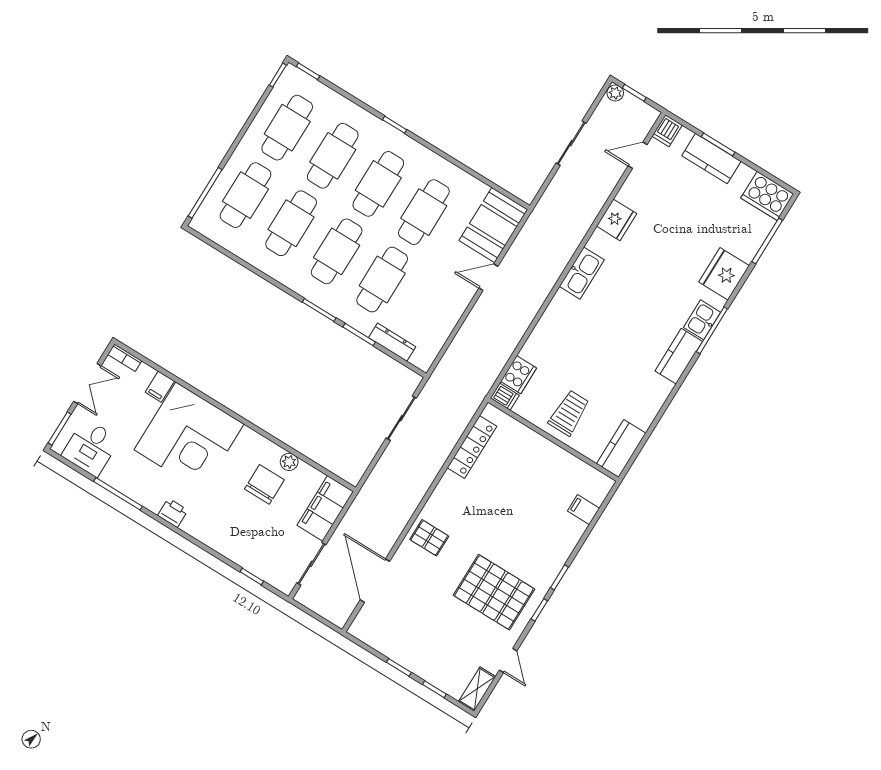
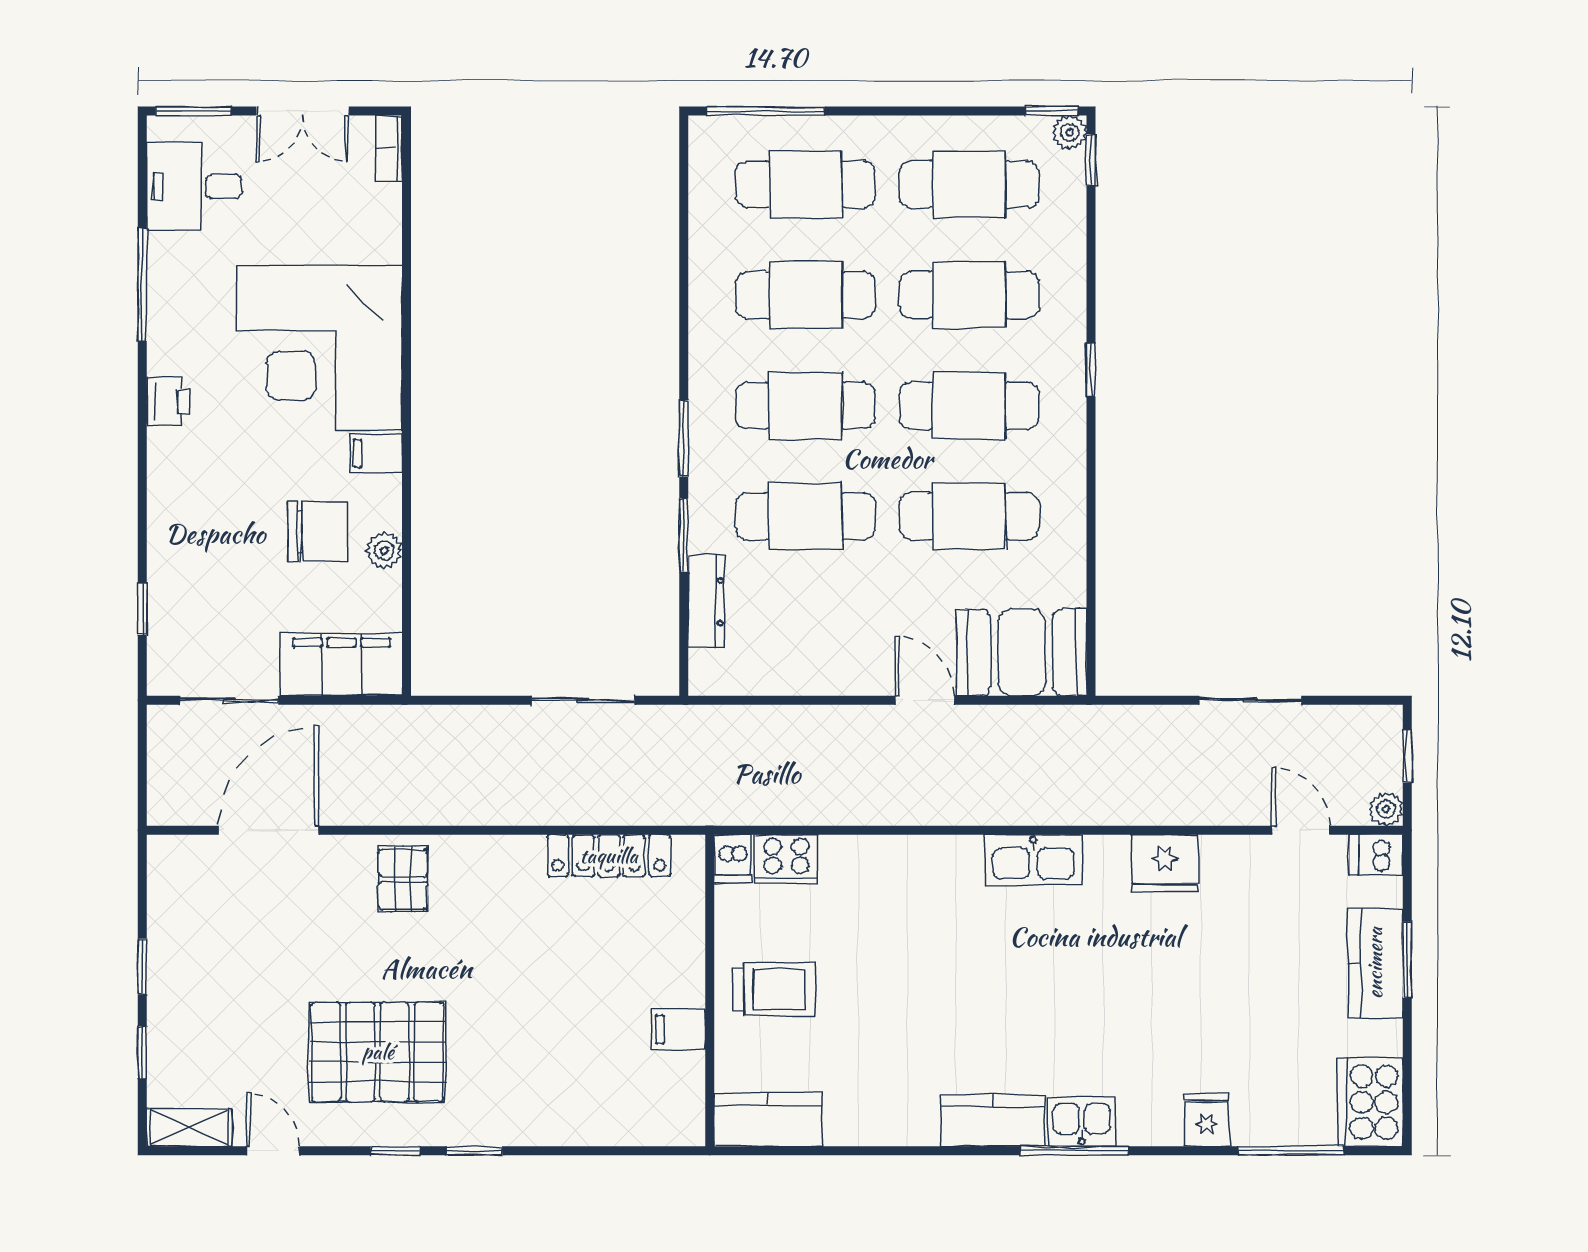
plant: (291, 73) -> (1070, 132), added
plant: (615, 93) -> (1386, 809), moved
fridge: (724, 274) -> (1206, 1120), width x0.53, depth x0.75
filing cabinet: (160, 387) -> (376, 453), moved
filing cabinet: (583, 510) -> (678, 1029), moved, turned -90
pallet: (494, 592) -> (378, 1052), turned 90
door: (508, 660) -> (273, 1151), swing flipped

